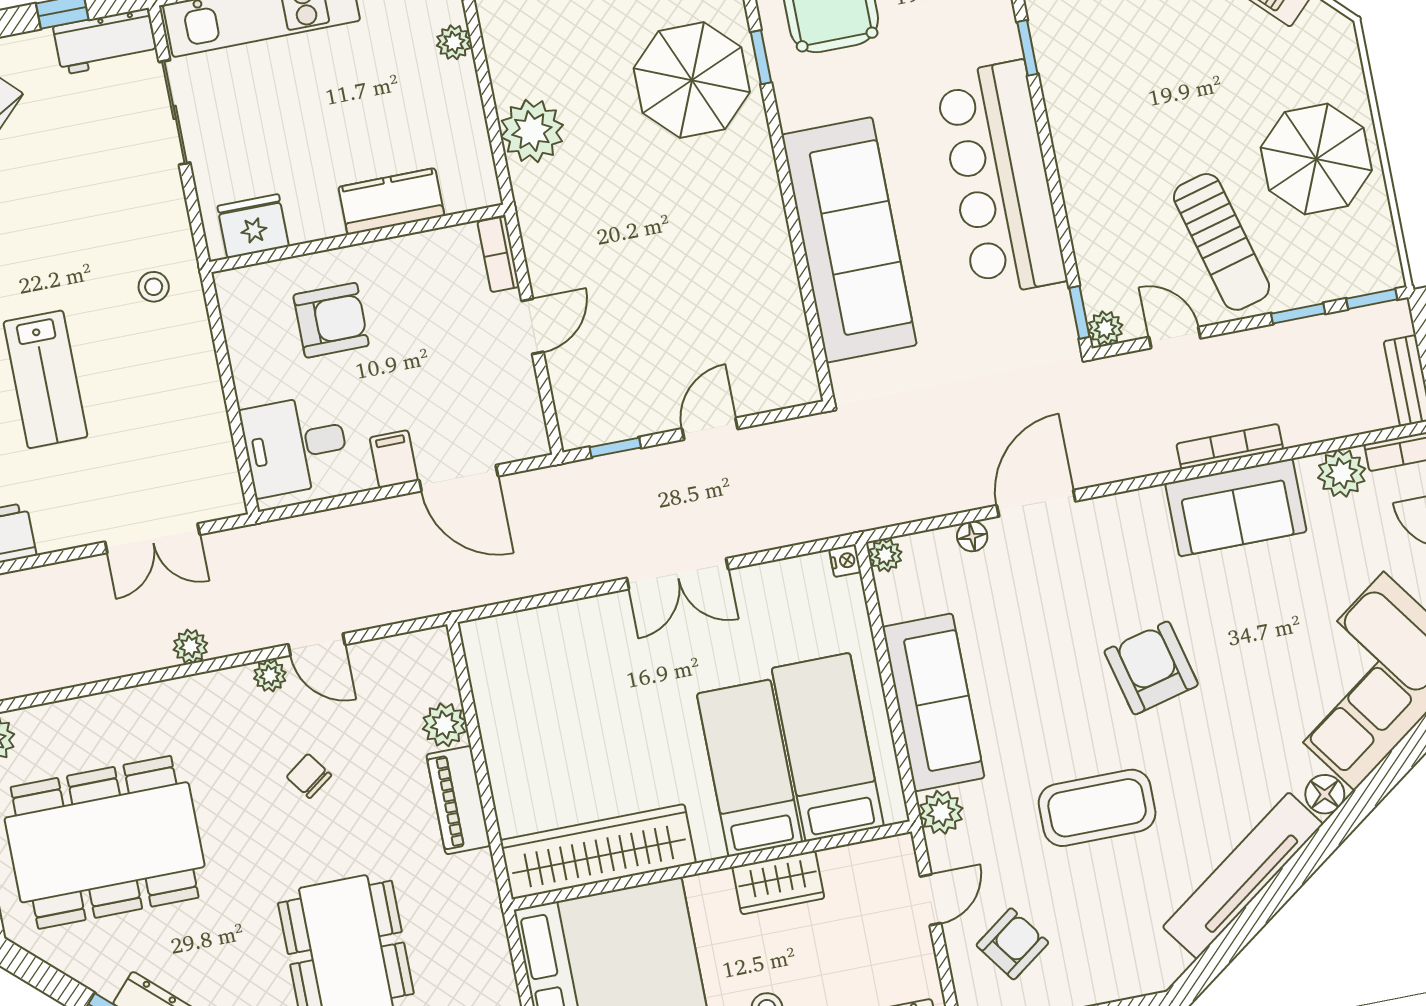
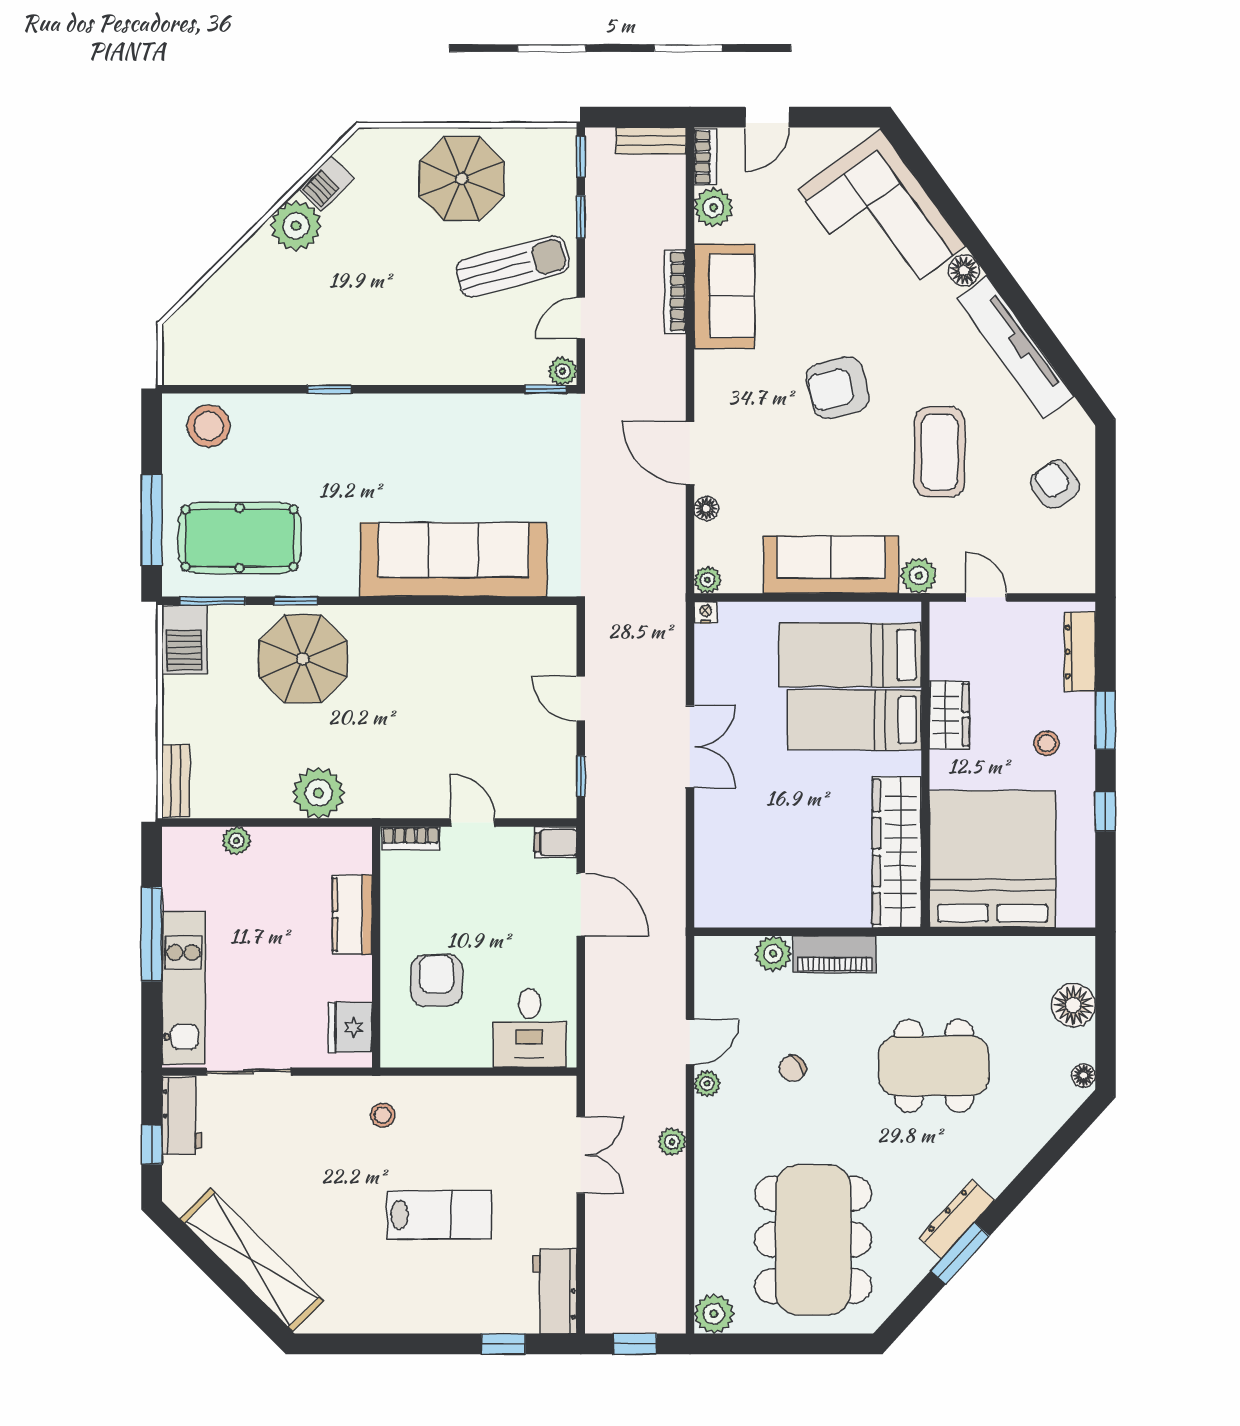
bar counter: (1001, 179) -> (429, 431), removed
filing cabinet: (394, 459) -> (556, 842), moved
door: (459, 478) -> (581, 904), hinge flipped
armchair: (1012, 944) -> (1055, 484), moved

